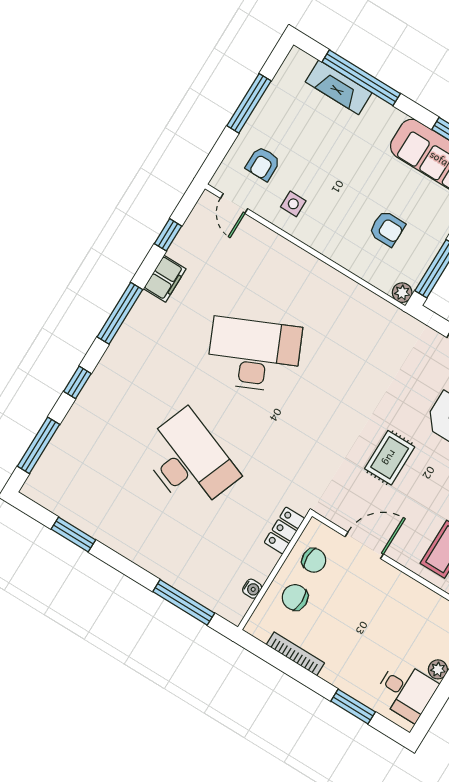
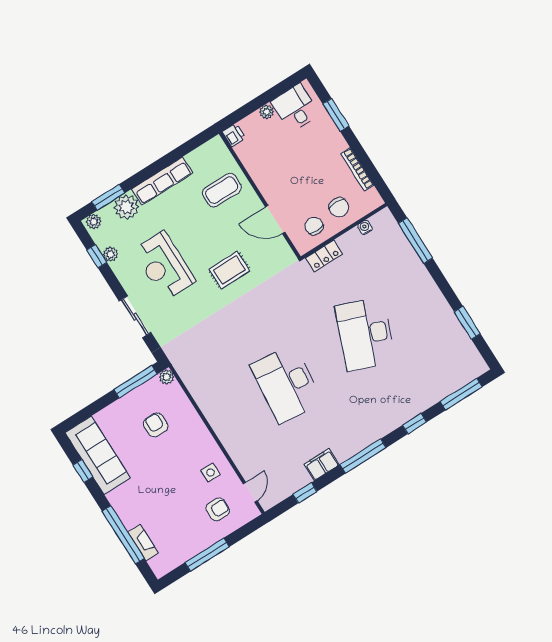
fireplace: (339, 87) -> (143, 543), width x0.73, depth x0.76
desk: (254, 355) -> (287, 384), turned 30

